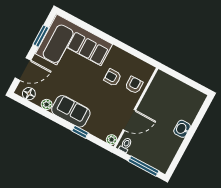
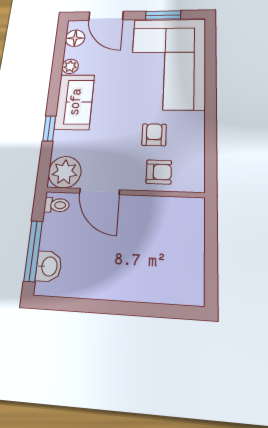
washbasin: (182, 129) -> (49, 266), moved, turned 90
plant: (112, 140) -> (65, 172), width x1.88, depth x1.88

